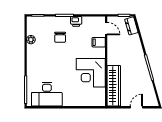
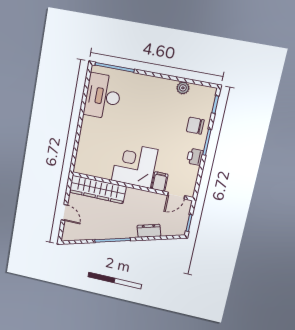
dresser: (131, 26) -> (149, 231), moved
chair: (60, 37) -> (195, 126), moved
corner desk: (91, 73) -> (135, 165), moved

